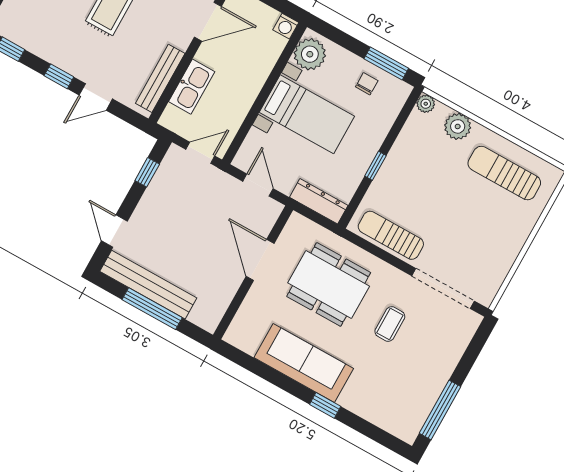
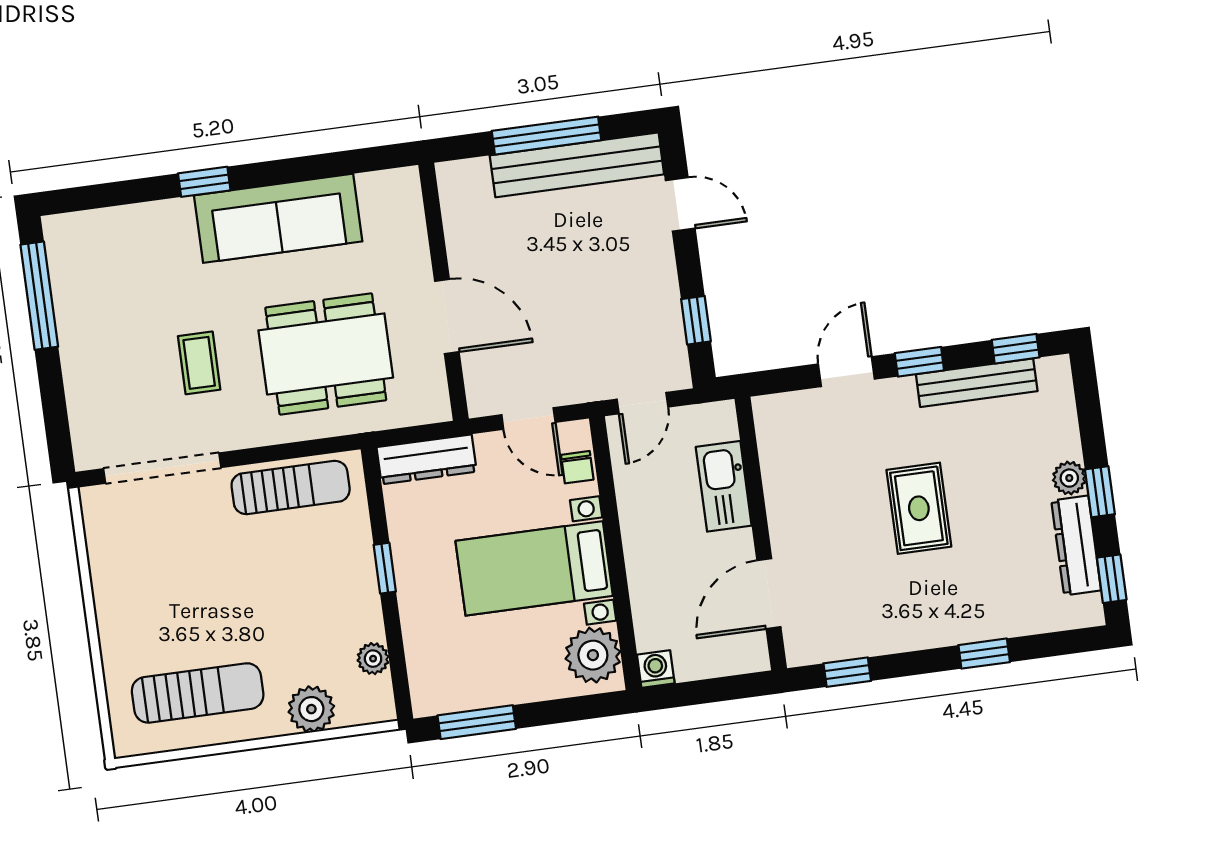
bench: (160, 78) -> (977, 383), moved, turned 90
chair: (367, 84) -> (577, 467), moved
plant: (426, 104) -> (373, 659), moved

